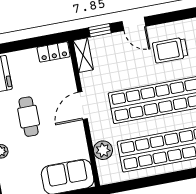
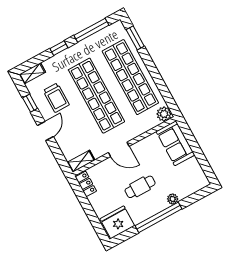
window: (100, 30) -> (30, 103), moved
plant: (103, 150) -> (164, 114), moved

